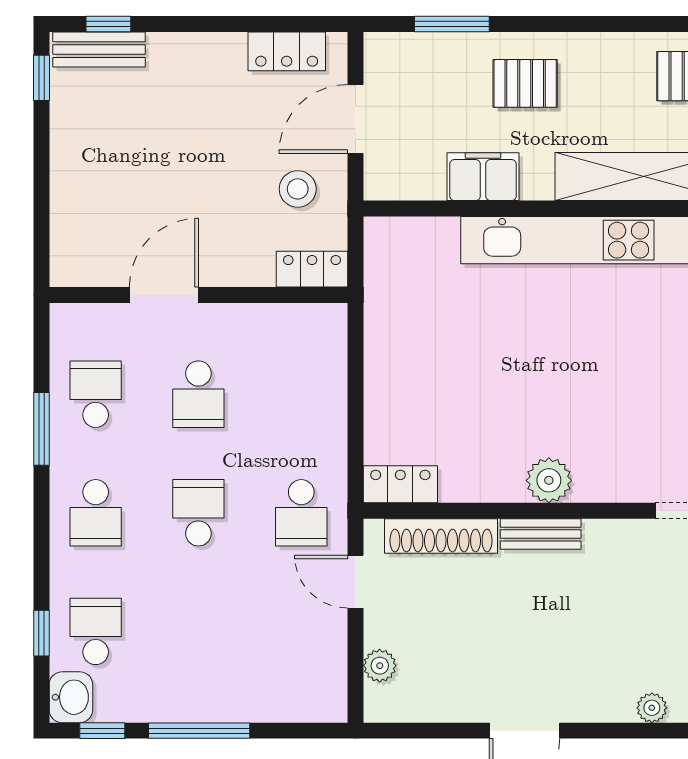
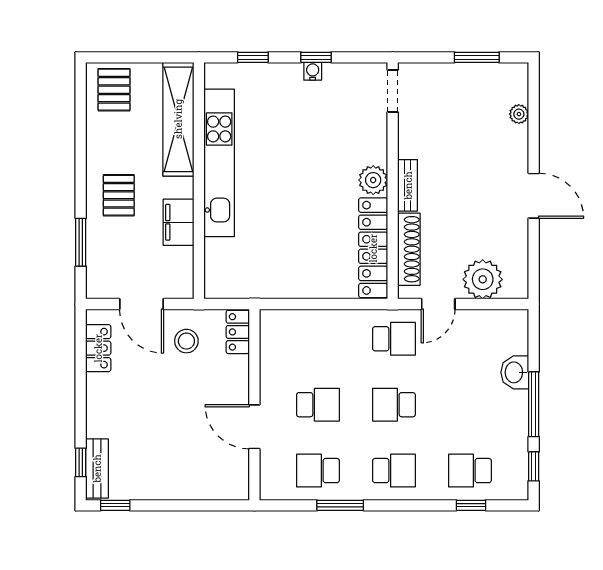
locker: (400, 484) -> (373, 248), width x2.16, depth x1.21
plant: (380, 666) -> (483, 279), width x1.88, depth x1.88
washbasin: (71, 697) -> (515, 372), moved, turned -90

